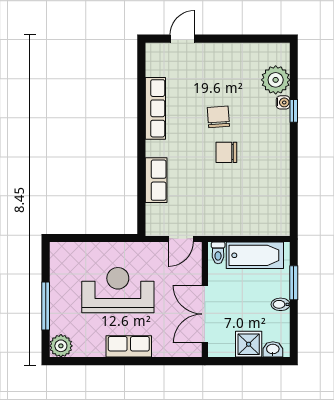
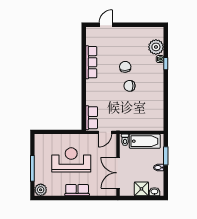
row of seats: (156, 180) -> (92, 118), moved

